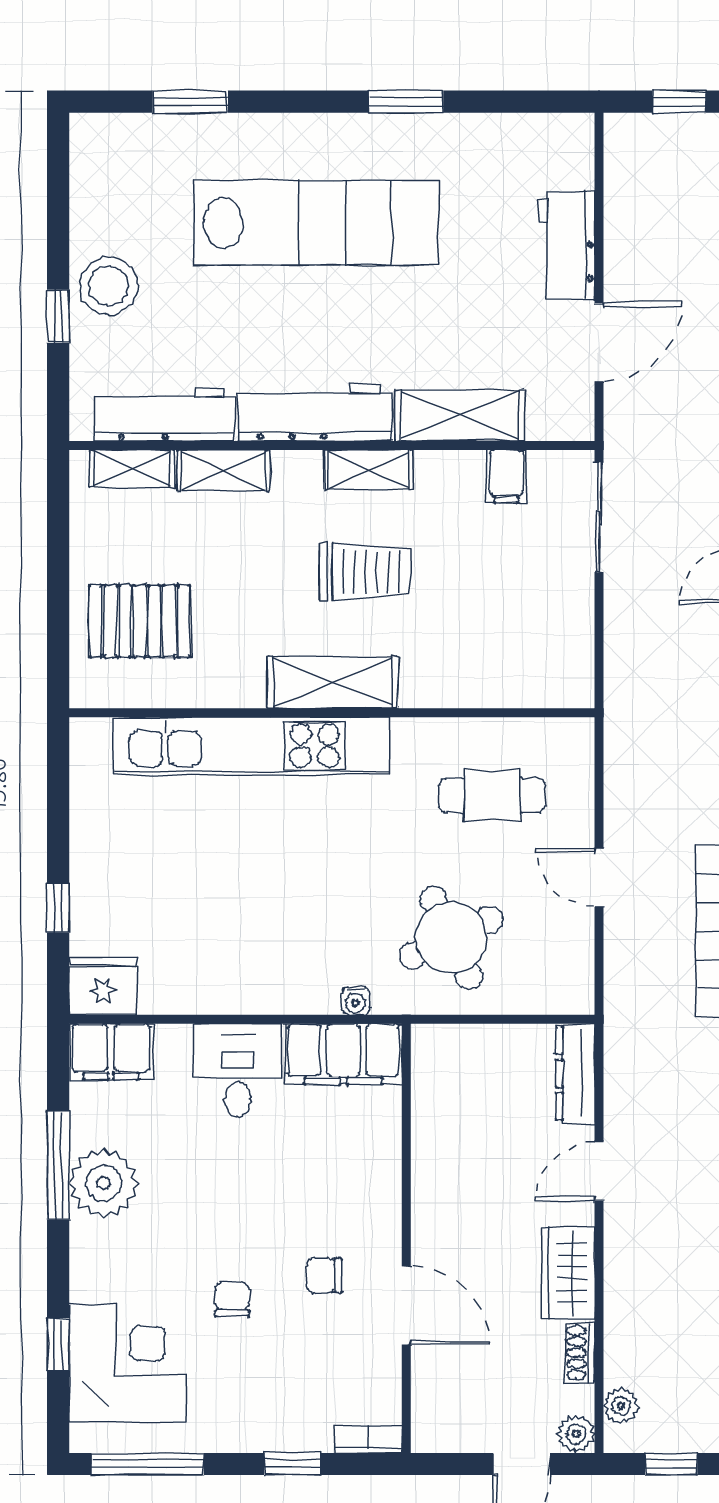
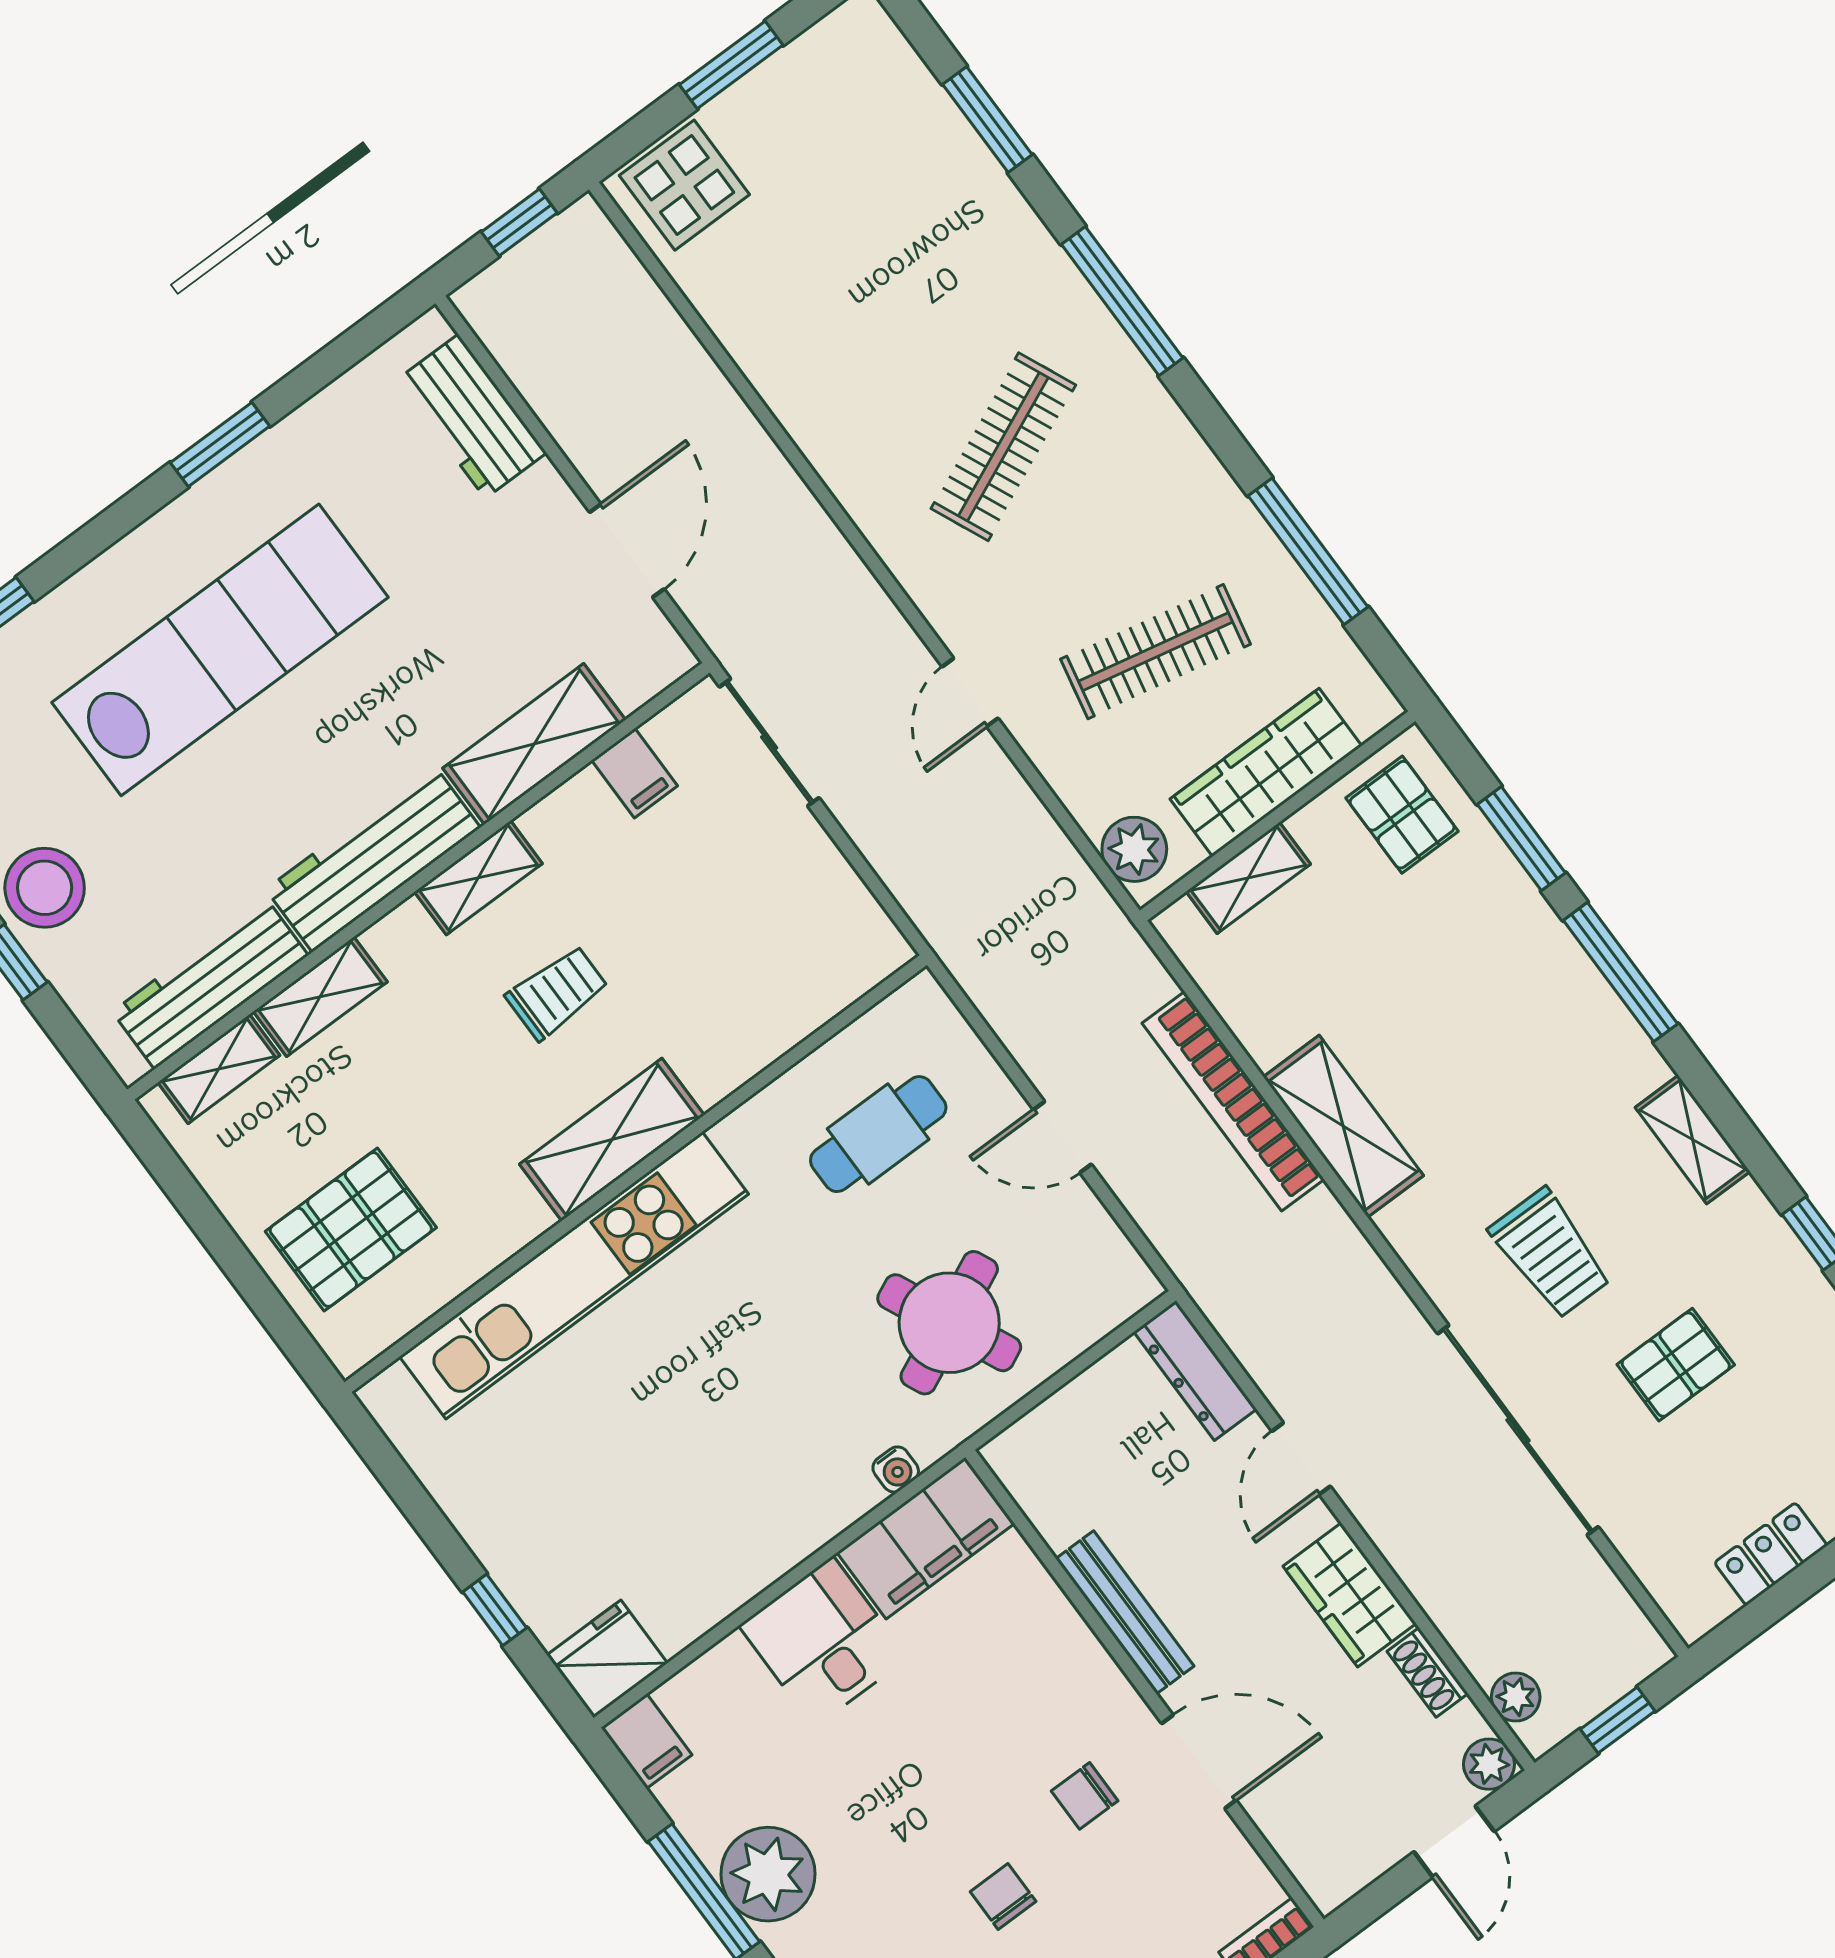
workbench: (567, 245) -> (472, 416), moved
trolley: (365, 572) -> (557, 992), width x0.73, depth x0.72
filing cabinet: (111, 1052) -> (646, 1741), width x0.50
bench: (428, 1185) -> (1125, 1612), added

